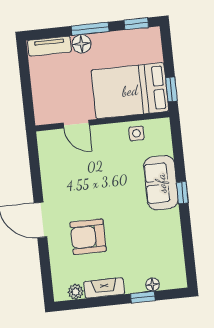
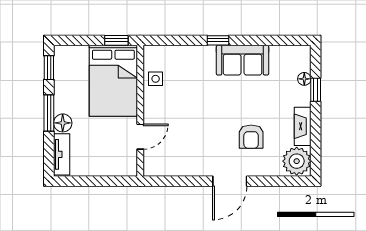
sofa: (161, 183) -> (243, 60), moved
armchair: (88, 237) -> (251, 137), width x0.72, depth x0.72
plant: (76, 292) -> (297, 161), width x1.88, depth x1.88

